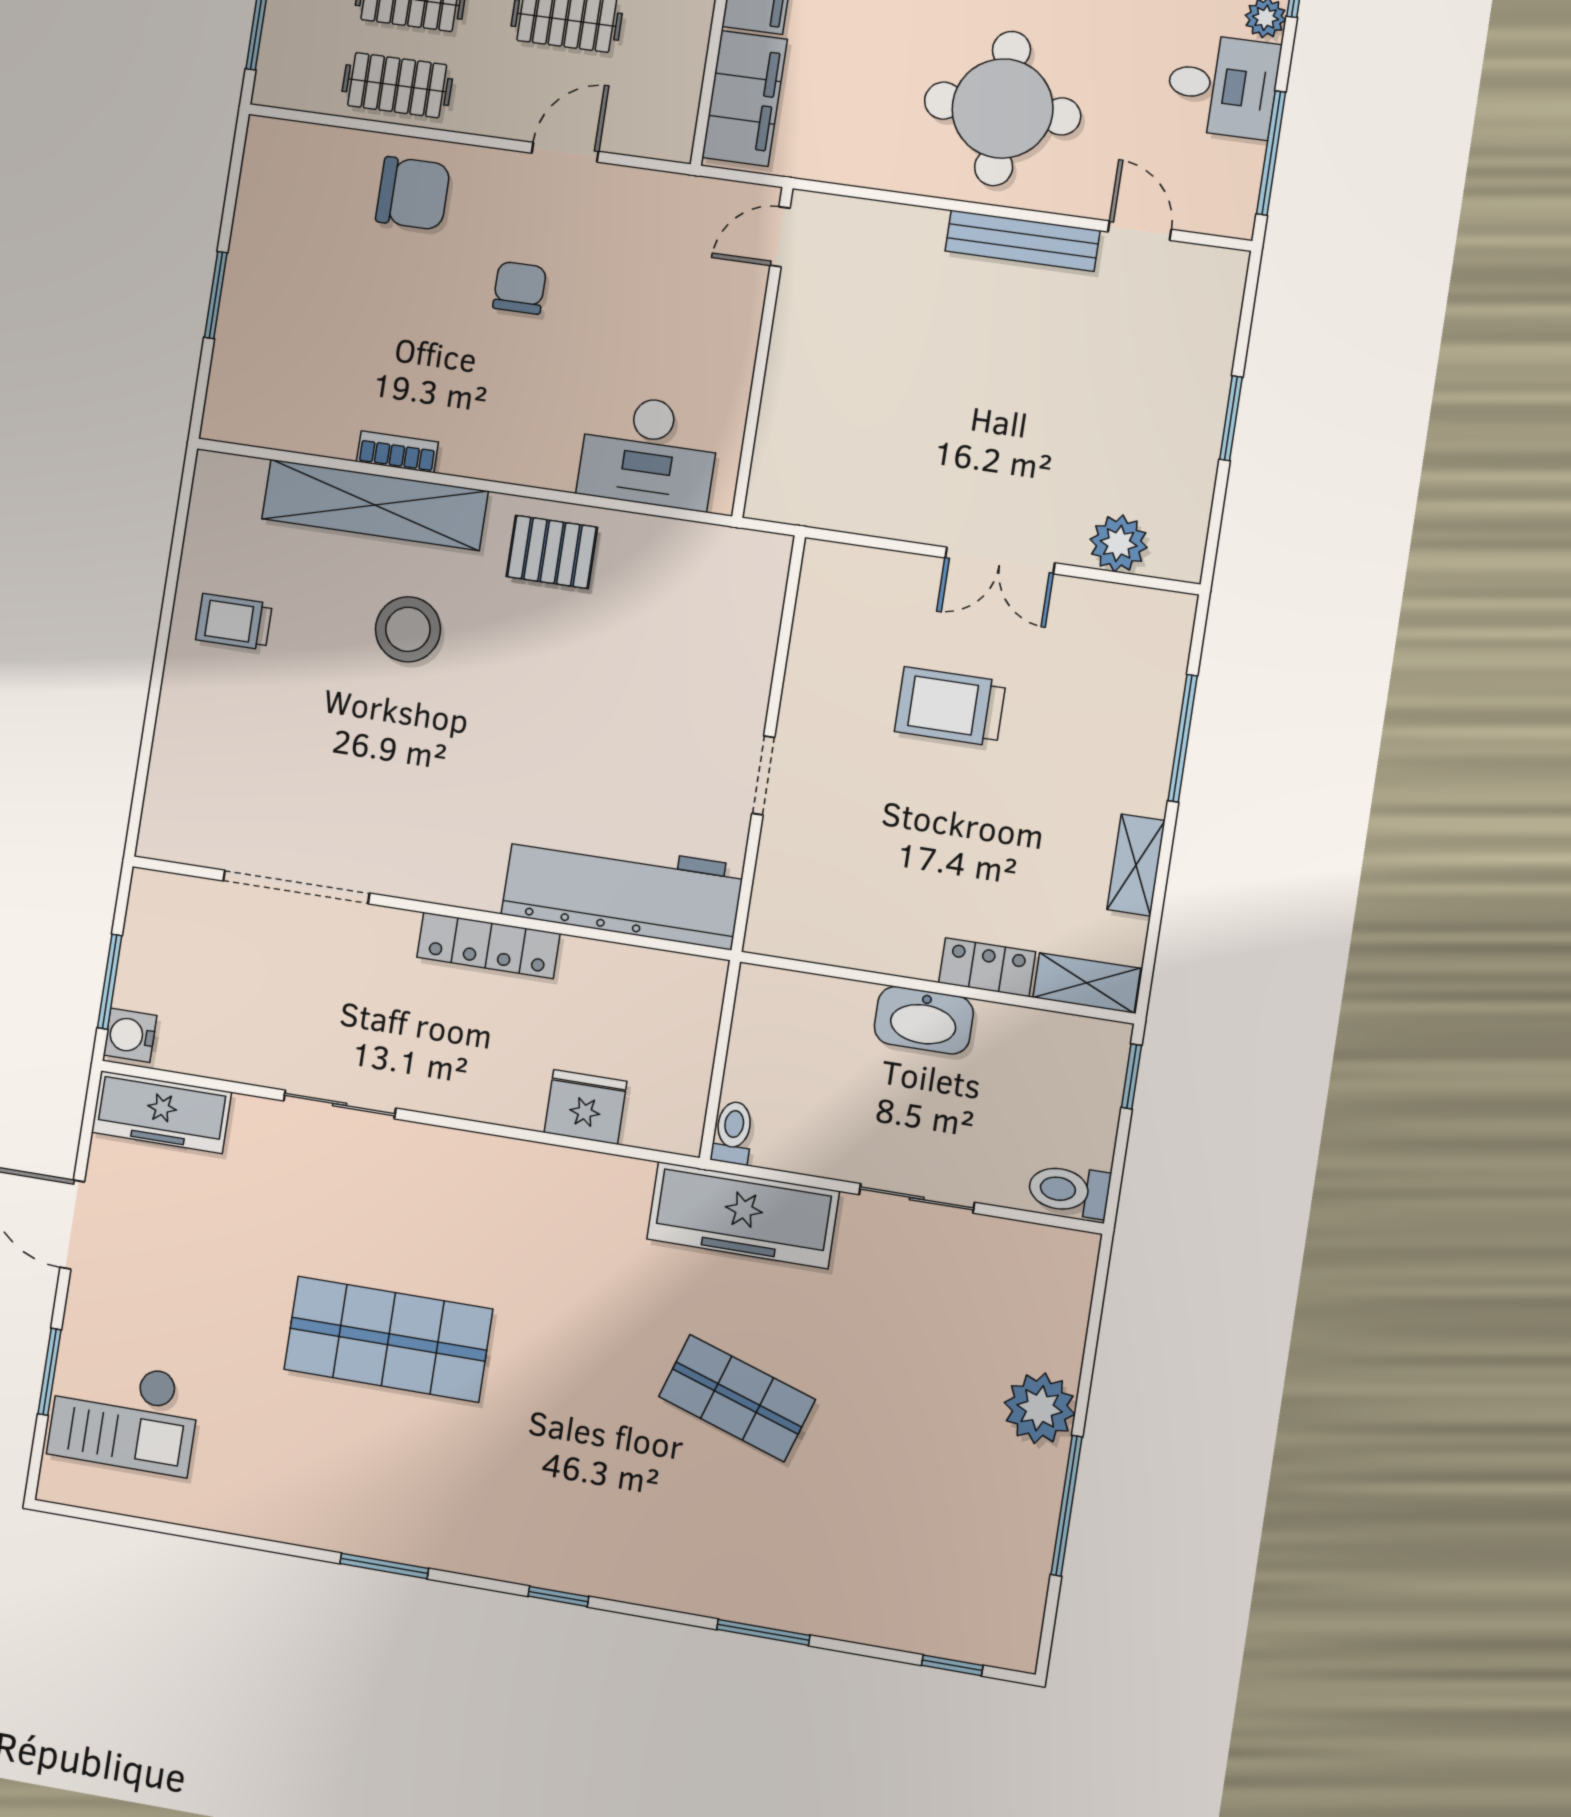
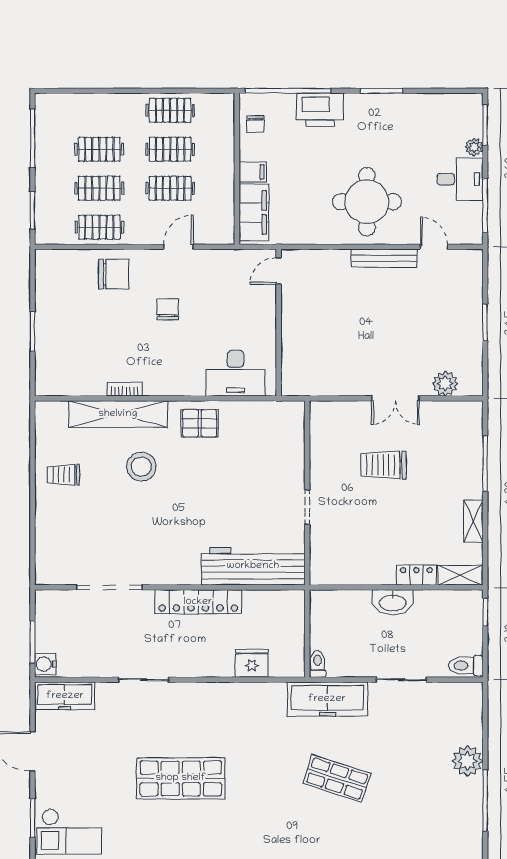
locker: (488, 945) -> (198, 602), width x1.41, depth x1.21

